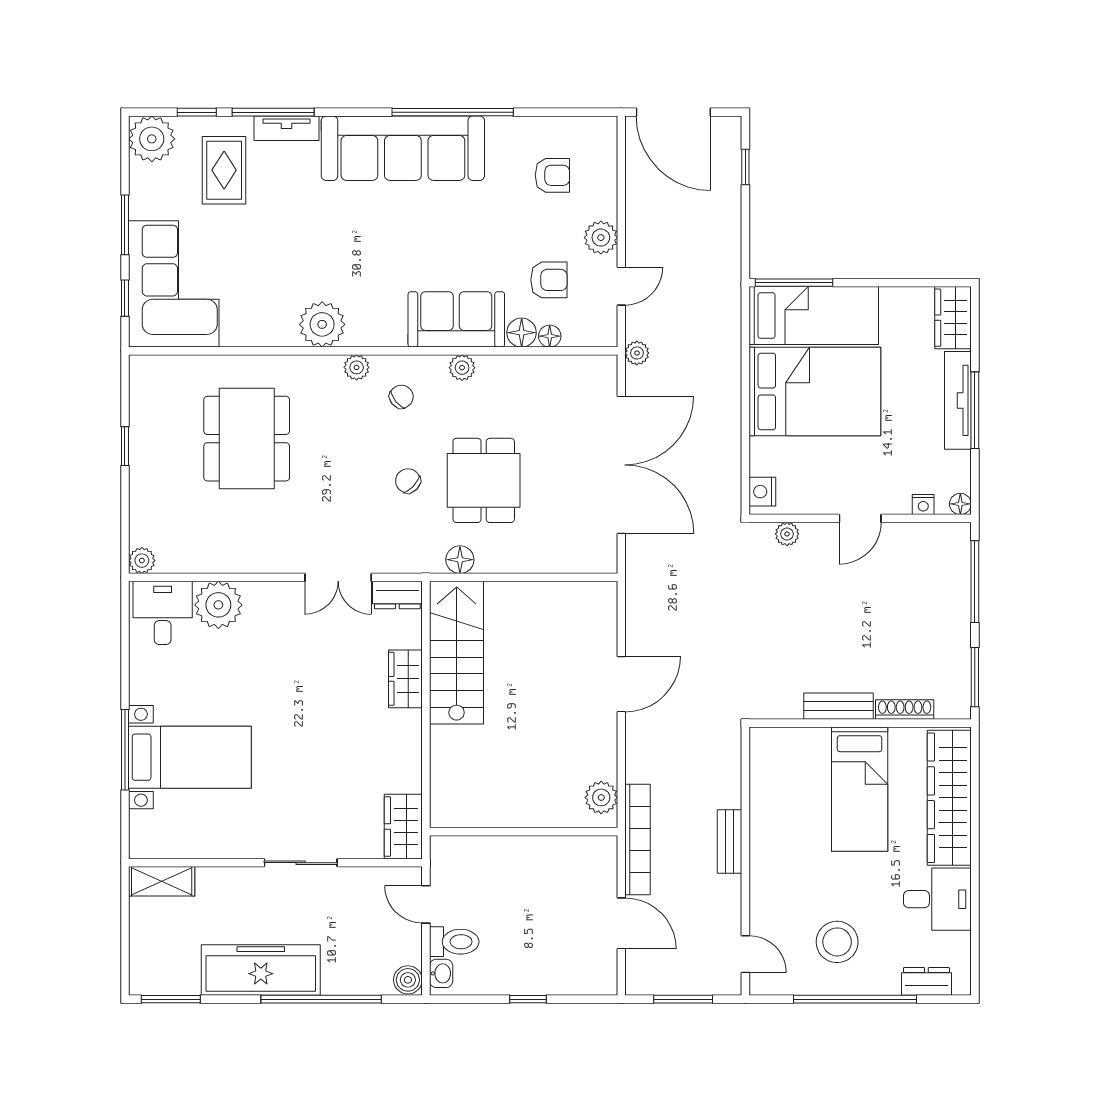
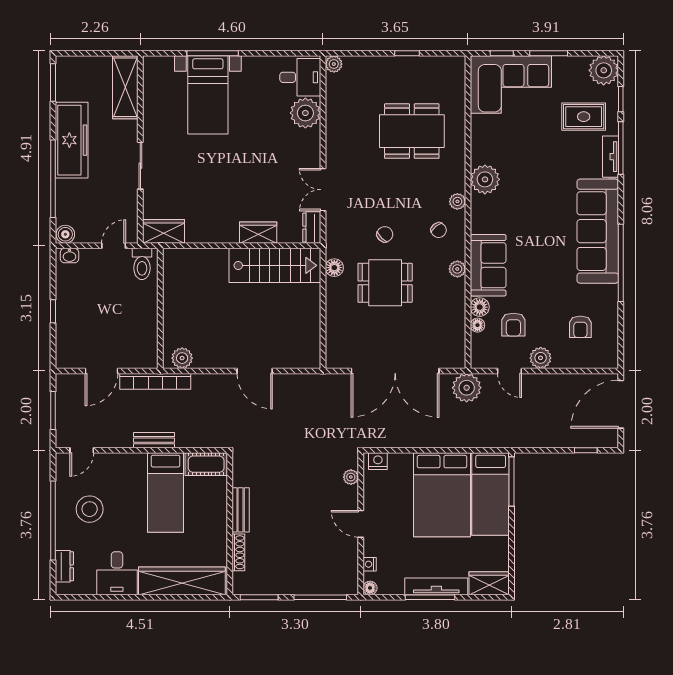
plant: (637, 353) -> (467, 388), width x1.88, depth x1.88
cot: (767, 760) -> (206, 464), added
bed: (860, 789) -> (165, 493), moved, turned -90
shelving: (162, 881) -> (125, 87), width x1.50, depth x1.33
toilet: (454, 942) -> (142, 264), moved

